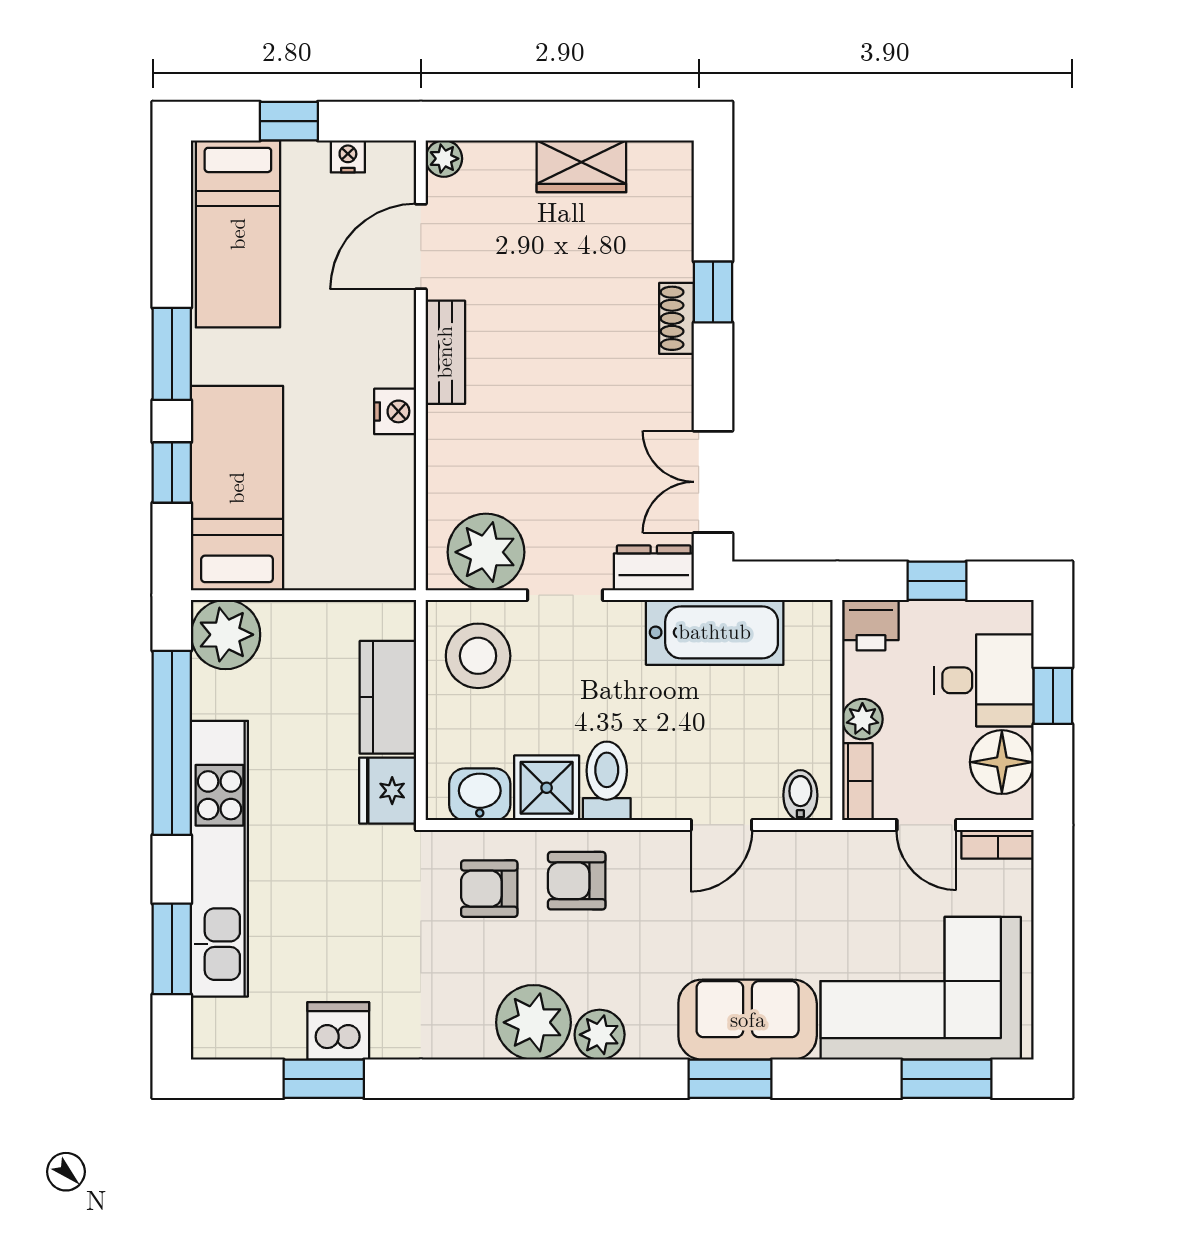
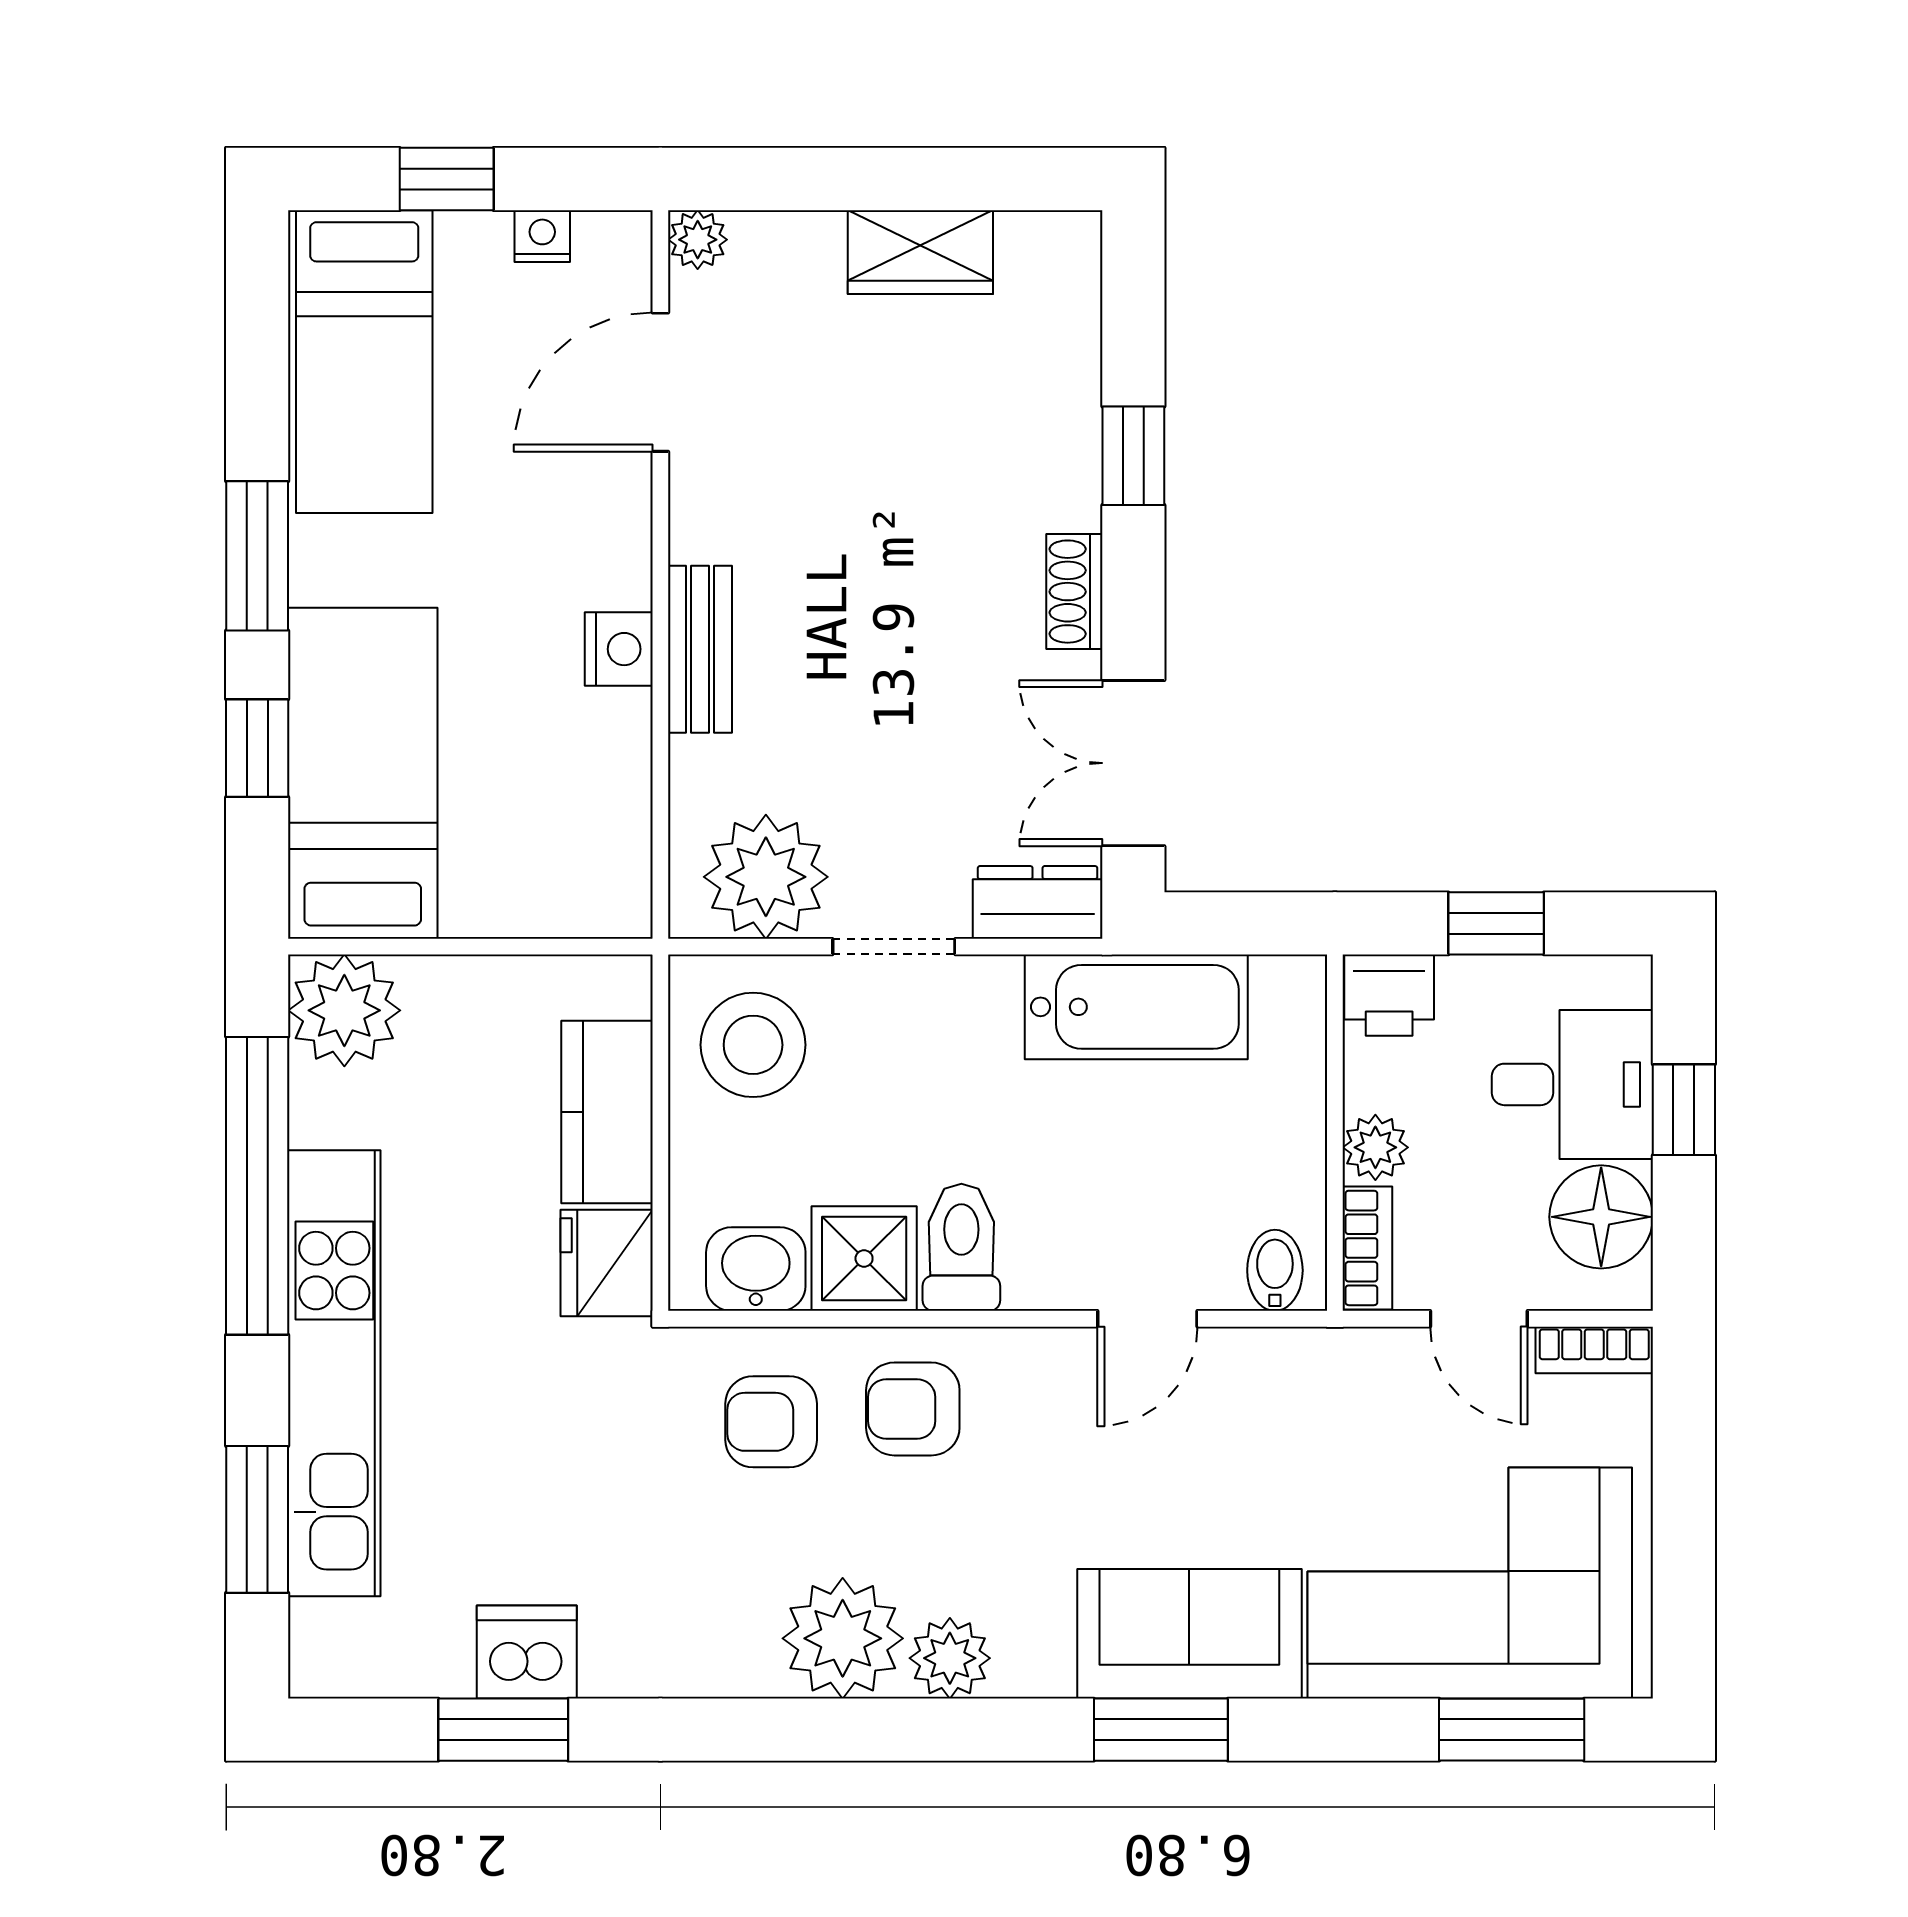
shoe rack: (676, 318) -> (1074, 592), moved
bench: (445, 352) -> (700, 649), moved

